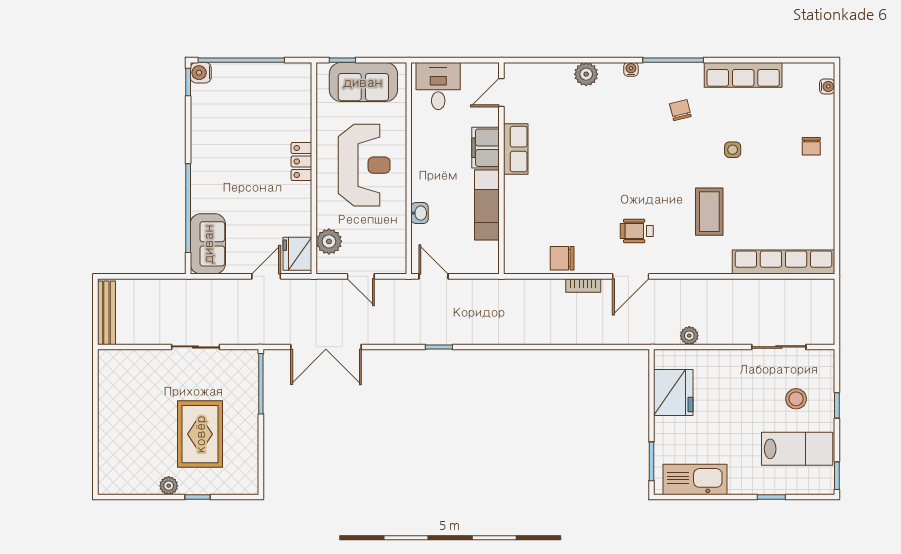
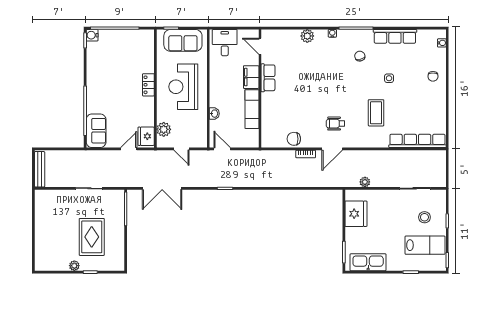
door: (501, 93) -> (260, 46), hinge flipped
reception desk: (364, 165) -> (183, 87), turned 180

